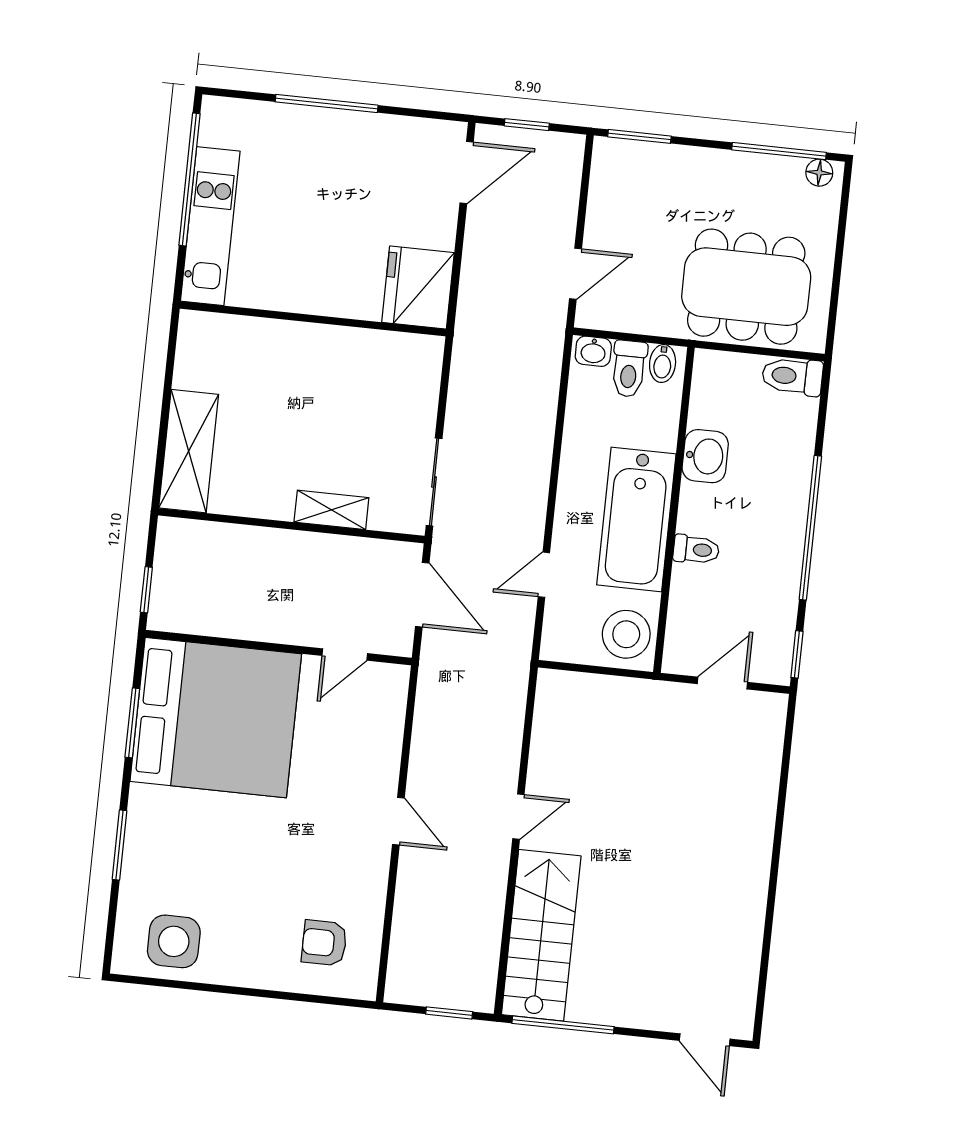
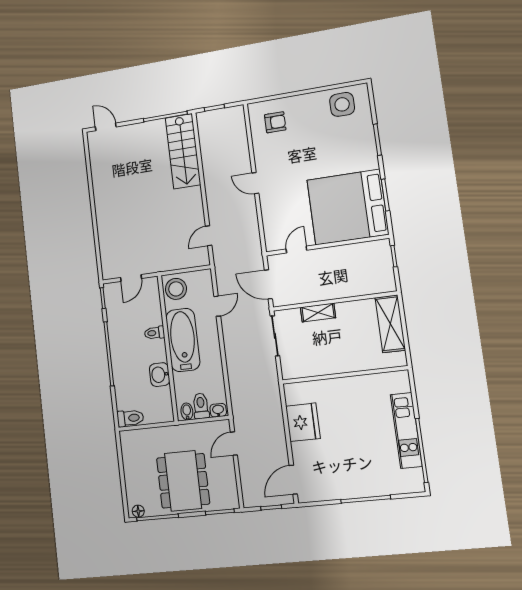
dining table: (746, 287) -> (183, 481), moved, turned 90
wall: (313, 319) -> (344, 375), moved
door: (518, 817) -> (209, 236), moved

